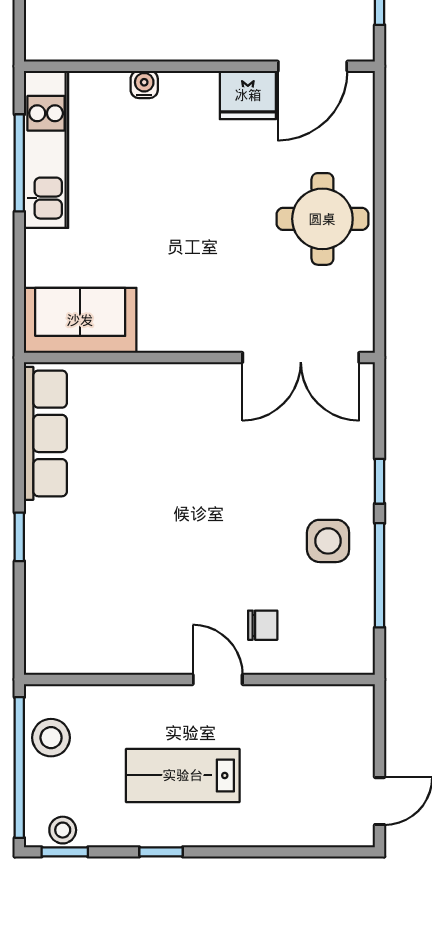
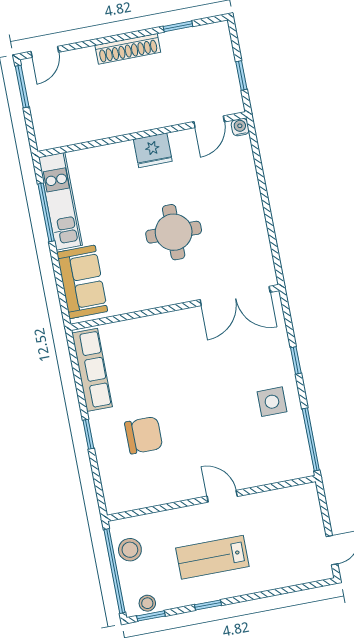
door: (313, 66) -> (209, 122), width x0.73
water cooler: (144, 84) -> (240, 127), moved
fridge: (248, 95) -> (153, 150), moved
round table: (322, 219) -> (174, 232), moved
sofa: (80, 320) -> (82, 282), moved, turned 90
window: (380, 575) -> (311, 439), moved
chair: (263, 625) -> (144, 435), moved, width x1.87, depth x1.87

